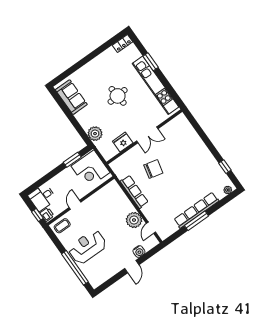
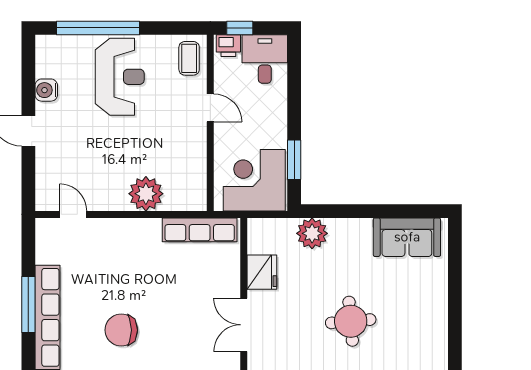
chair: (153, 169) -> (121, 330), moved, turned 77
row of seats: (134, 192) -> (200, 230), moved
plant: (134, 220) -> (146, 194), moved
water cooler: (139, 251) -> (46, 90), moved

